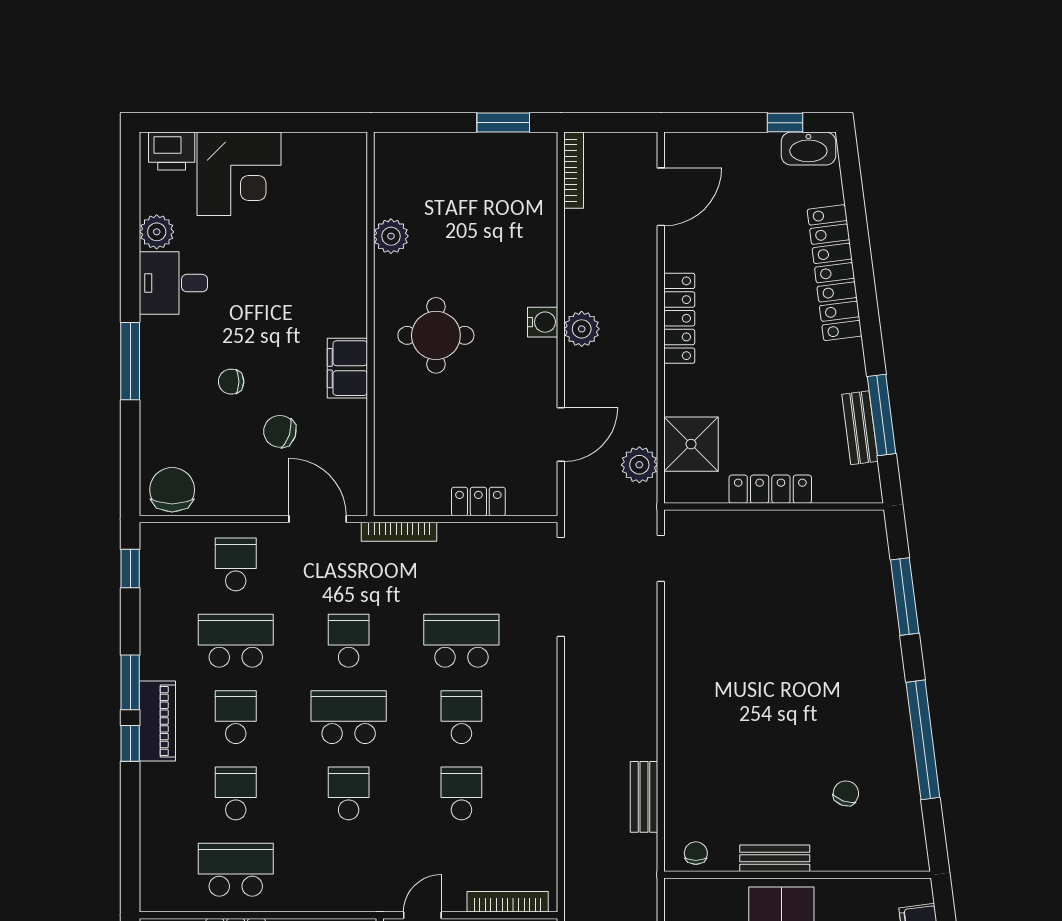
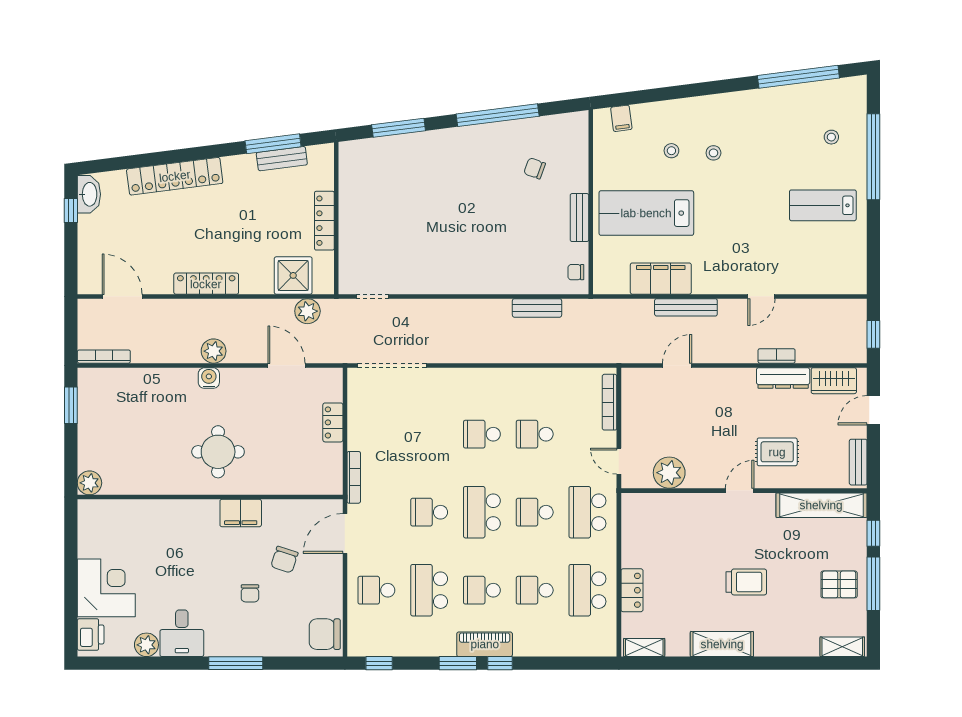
plant: (391, 236) -> (89, 483), moved
school desk: (461, 641) -> (587, 512), moved

